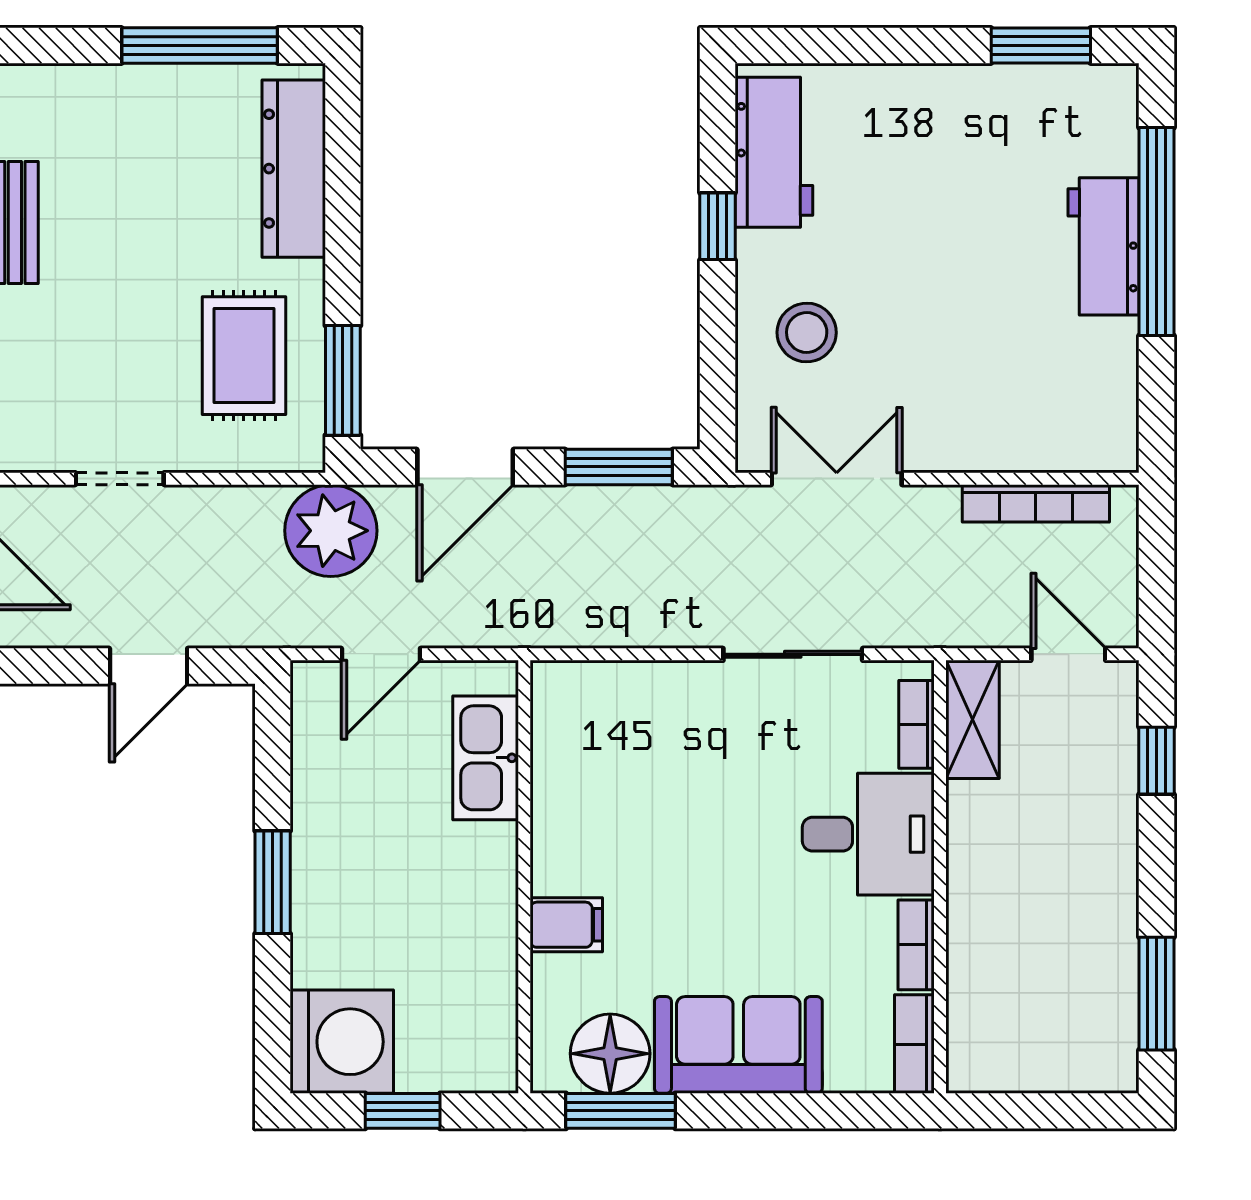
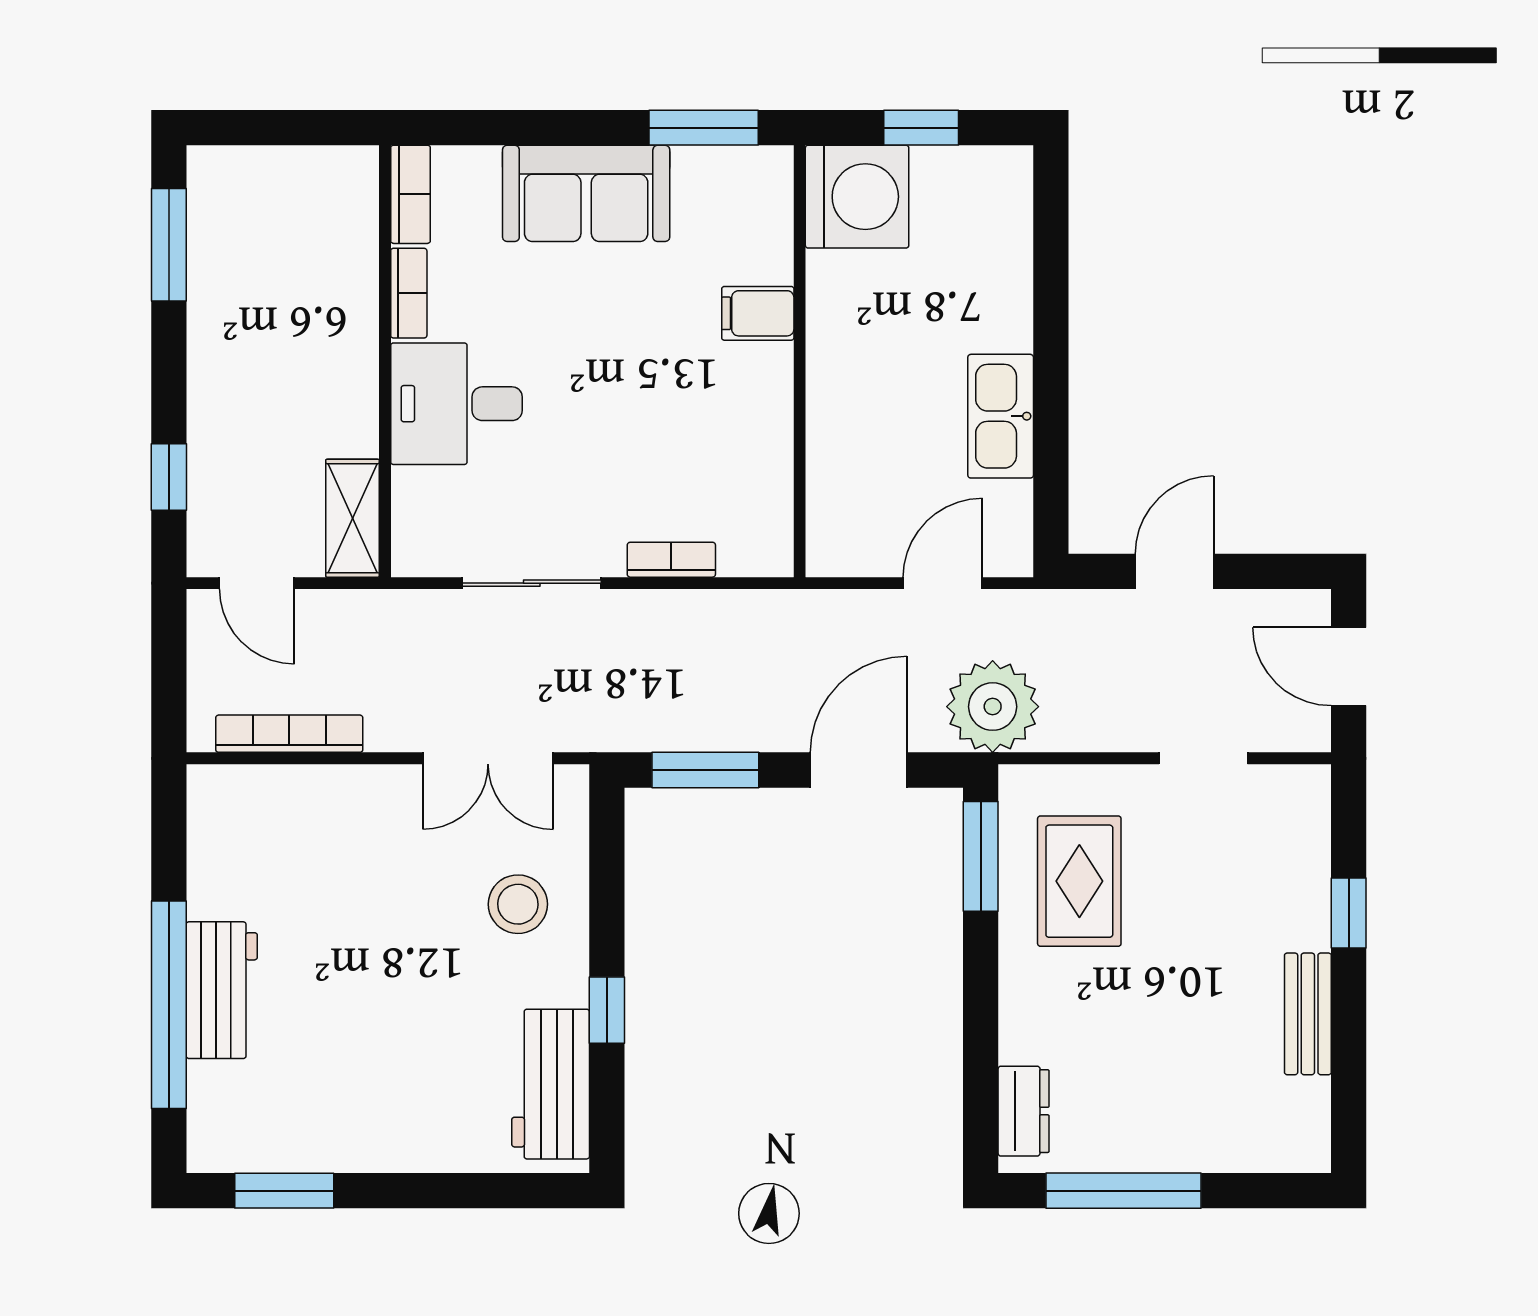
dresser: (294, 169) -> (1024, 1111), width x0.51, depth x0.80
bookcase: (916, 724) -> (671, 560), moved, turned -90
kitchen sink: (486, 758) -> (1001, 416), moved, turned 180
window: (273, 882) -> (1051, 356), removed
washing machine: (342, 1042) -> (857, 197), moved, turned 180
floor lamp: (610, 1054) -> (714, 185), removed

